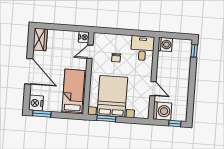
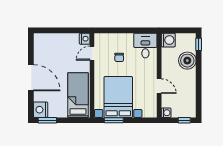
wardrobe: (40, 40) -> (40, 44), removed
boiler: (182, 66) -> (187, 61), added
washing machine: (162, 111) -> (166, 113), width x0.53, depth x0.53

